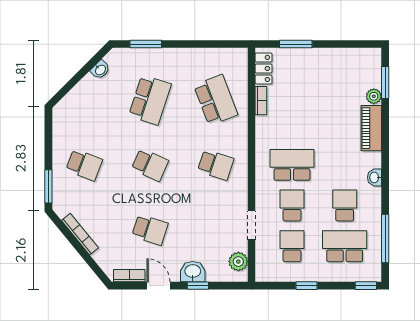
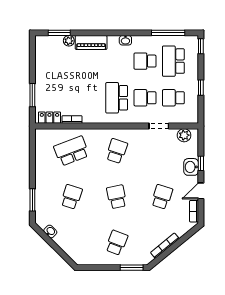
school desk: (150, 100) -> (71, 197), width x0.54
school desk: (150, 165) -> (117, 197), turned -36

